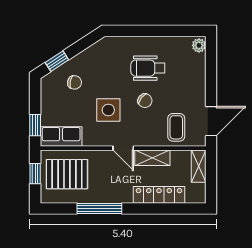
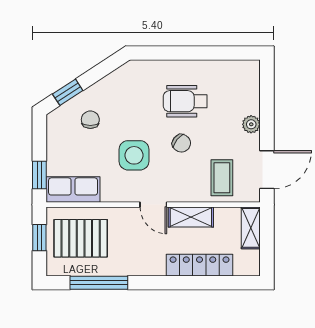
plant: (199, 45) -> (251, 124), moved
chair: (74, 82) -> (90, 120), turned -102
window: (99, 209) -> (99, 283), moved

